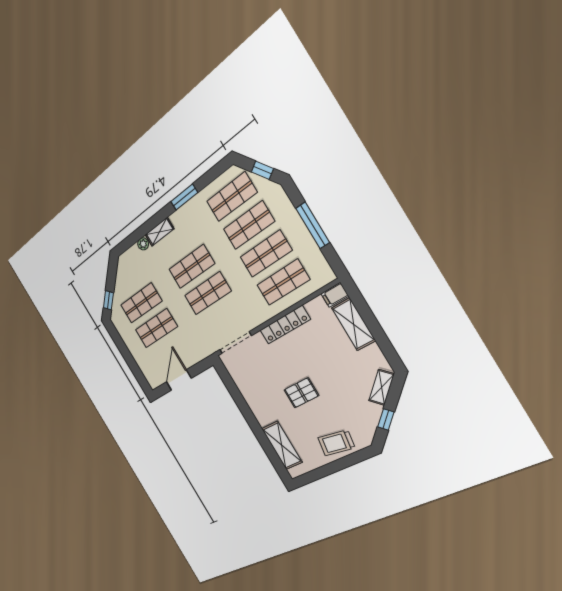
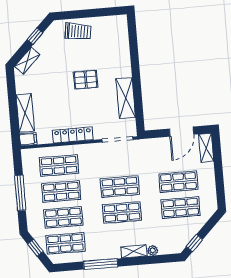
window: (184, 197) -> (101, 264), width x1.44
window: (108, 300) -> (194, 243), moved
shelving: (150, 374) -> (206, 148), added
shelving: (282, 445) -> (126, 98), moved

